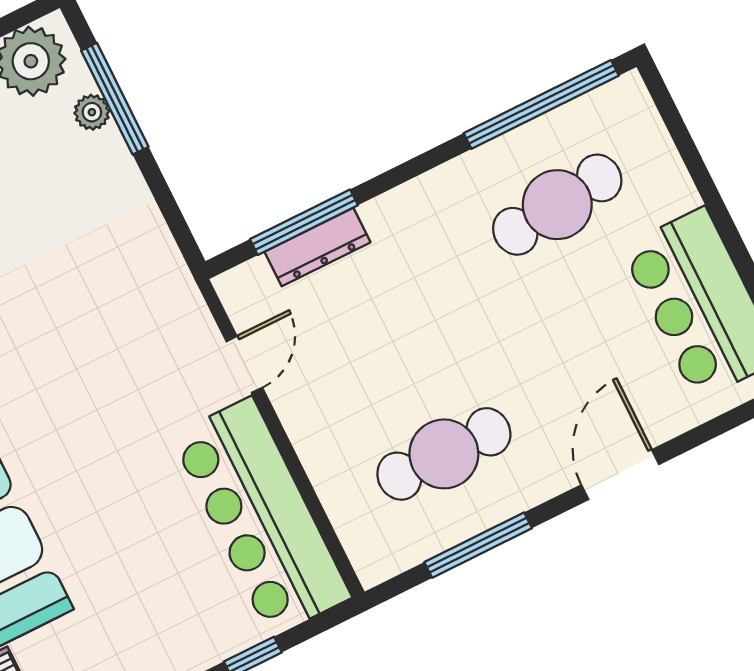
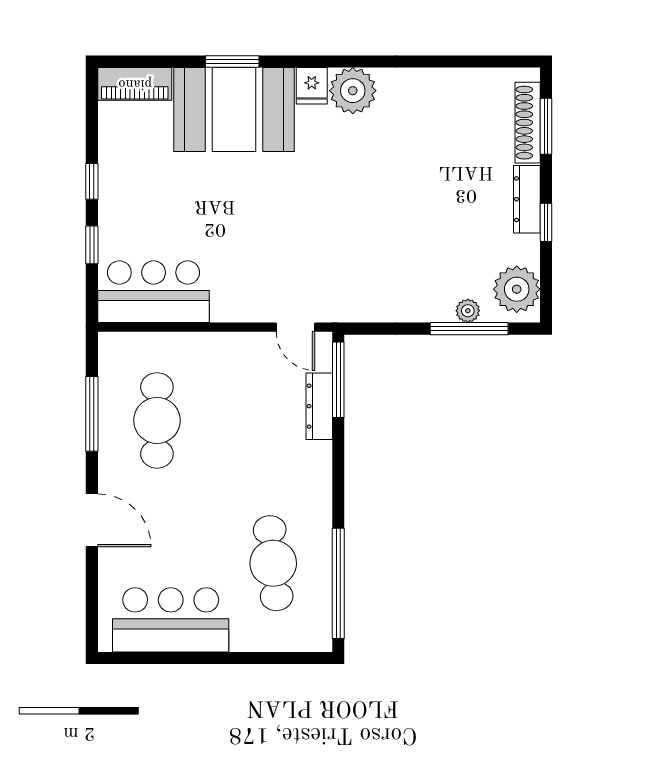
window: (304, 222) -> (338, 380), moved
door: (244, 364) -> (295, 327), moved
bar counter: (261, 517) -> (154, 292), width x0.73

